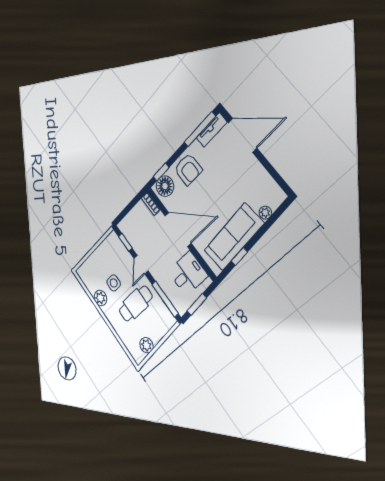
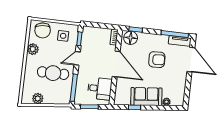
armchair: (188, 169) -> (157, 60), moved, turned -92
sofa: (234, 237) -> (146, 97), width x0.73
chair: (92, 270) -> (43, 30), added
side table: (114, 283) -> (63, 36), moved

